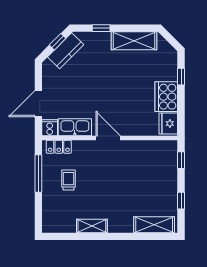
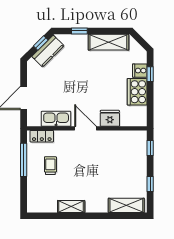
fridge: (168, 124) -> (110, 118), moved, turned 90
cooker: (50, 128) -> (140, 71), moved, turned -90

